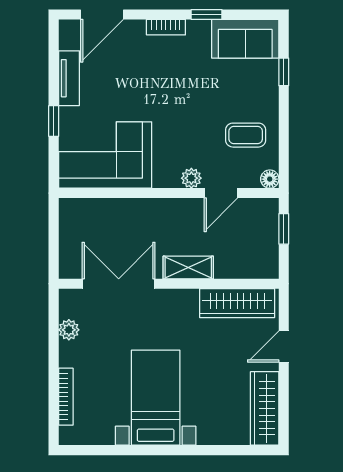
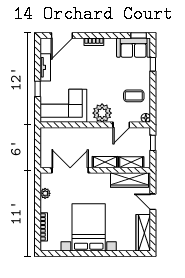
window: (207, 14) -> (139, 35), moved
plant: (191, 178) -> (102, 113), width x1.88, depth x1.88
shelving: (240, 268) -> (131, 162), added
door: (284, 346) -> (153, 202), hinge flipped
bed with nightstands: (156, 398) -> (89, 227), width x1.36

